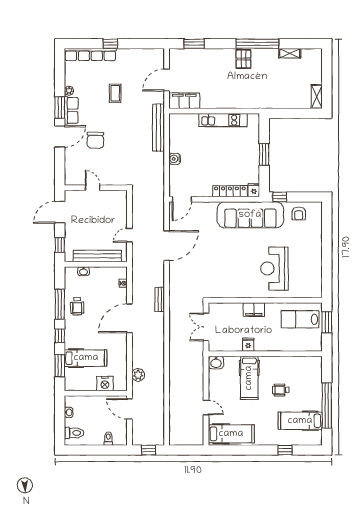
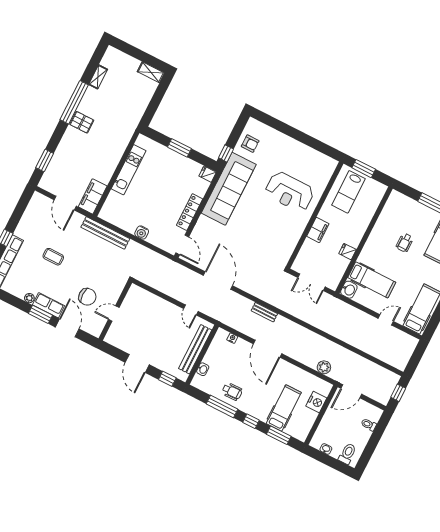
door: (93, 188) -> (114, 313), moved
wall: (96, 188) -> (115, 311), moved
locker: (230, 191) -> (190, 212), moved
hospital bed: (249, 378) -> (372, 280), moved

